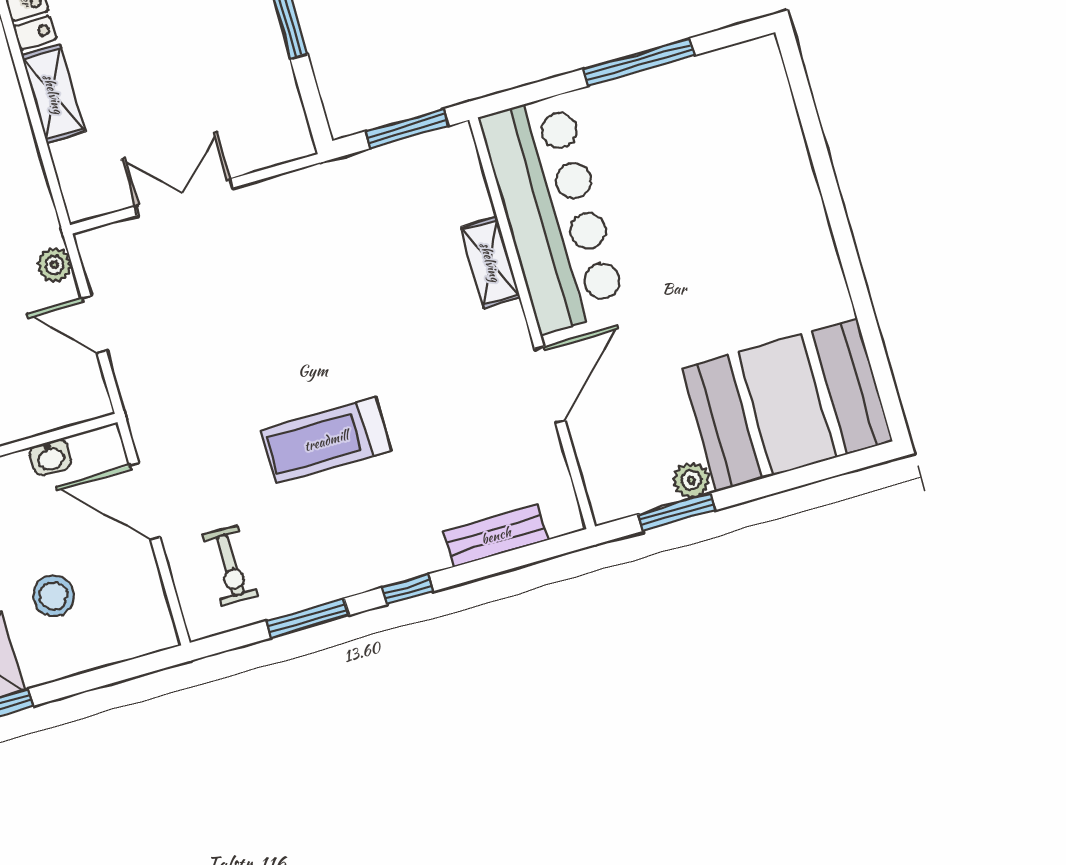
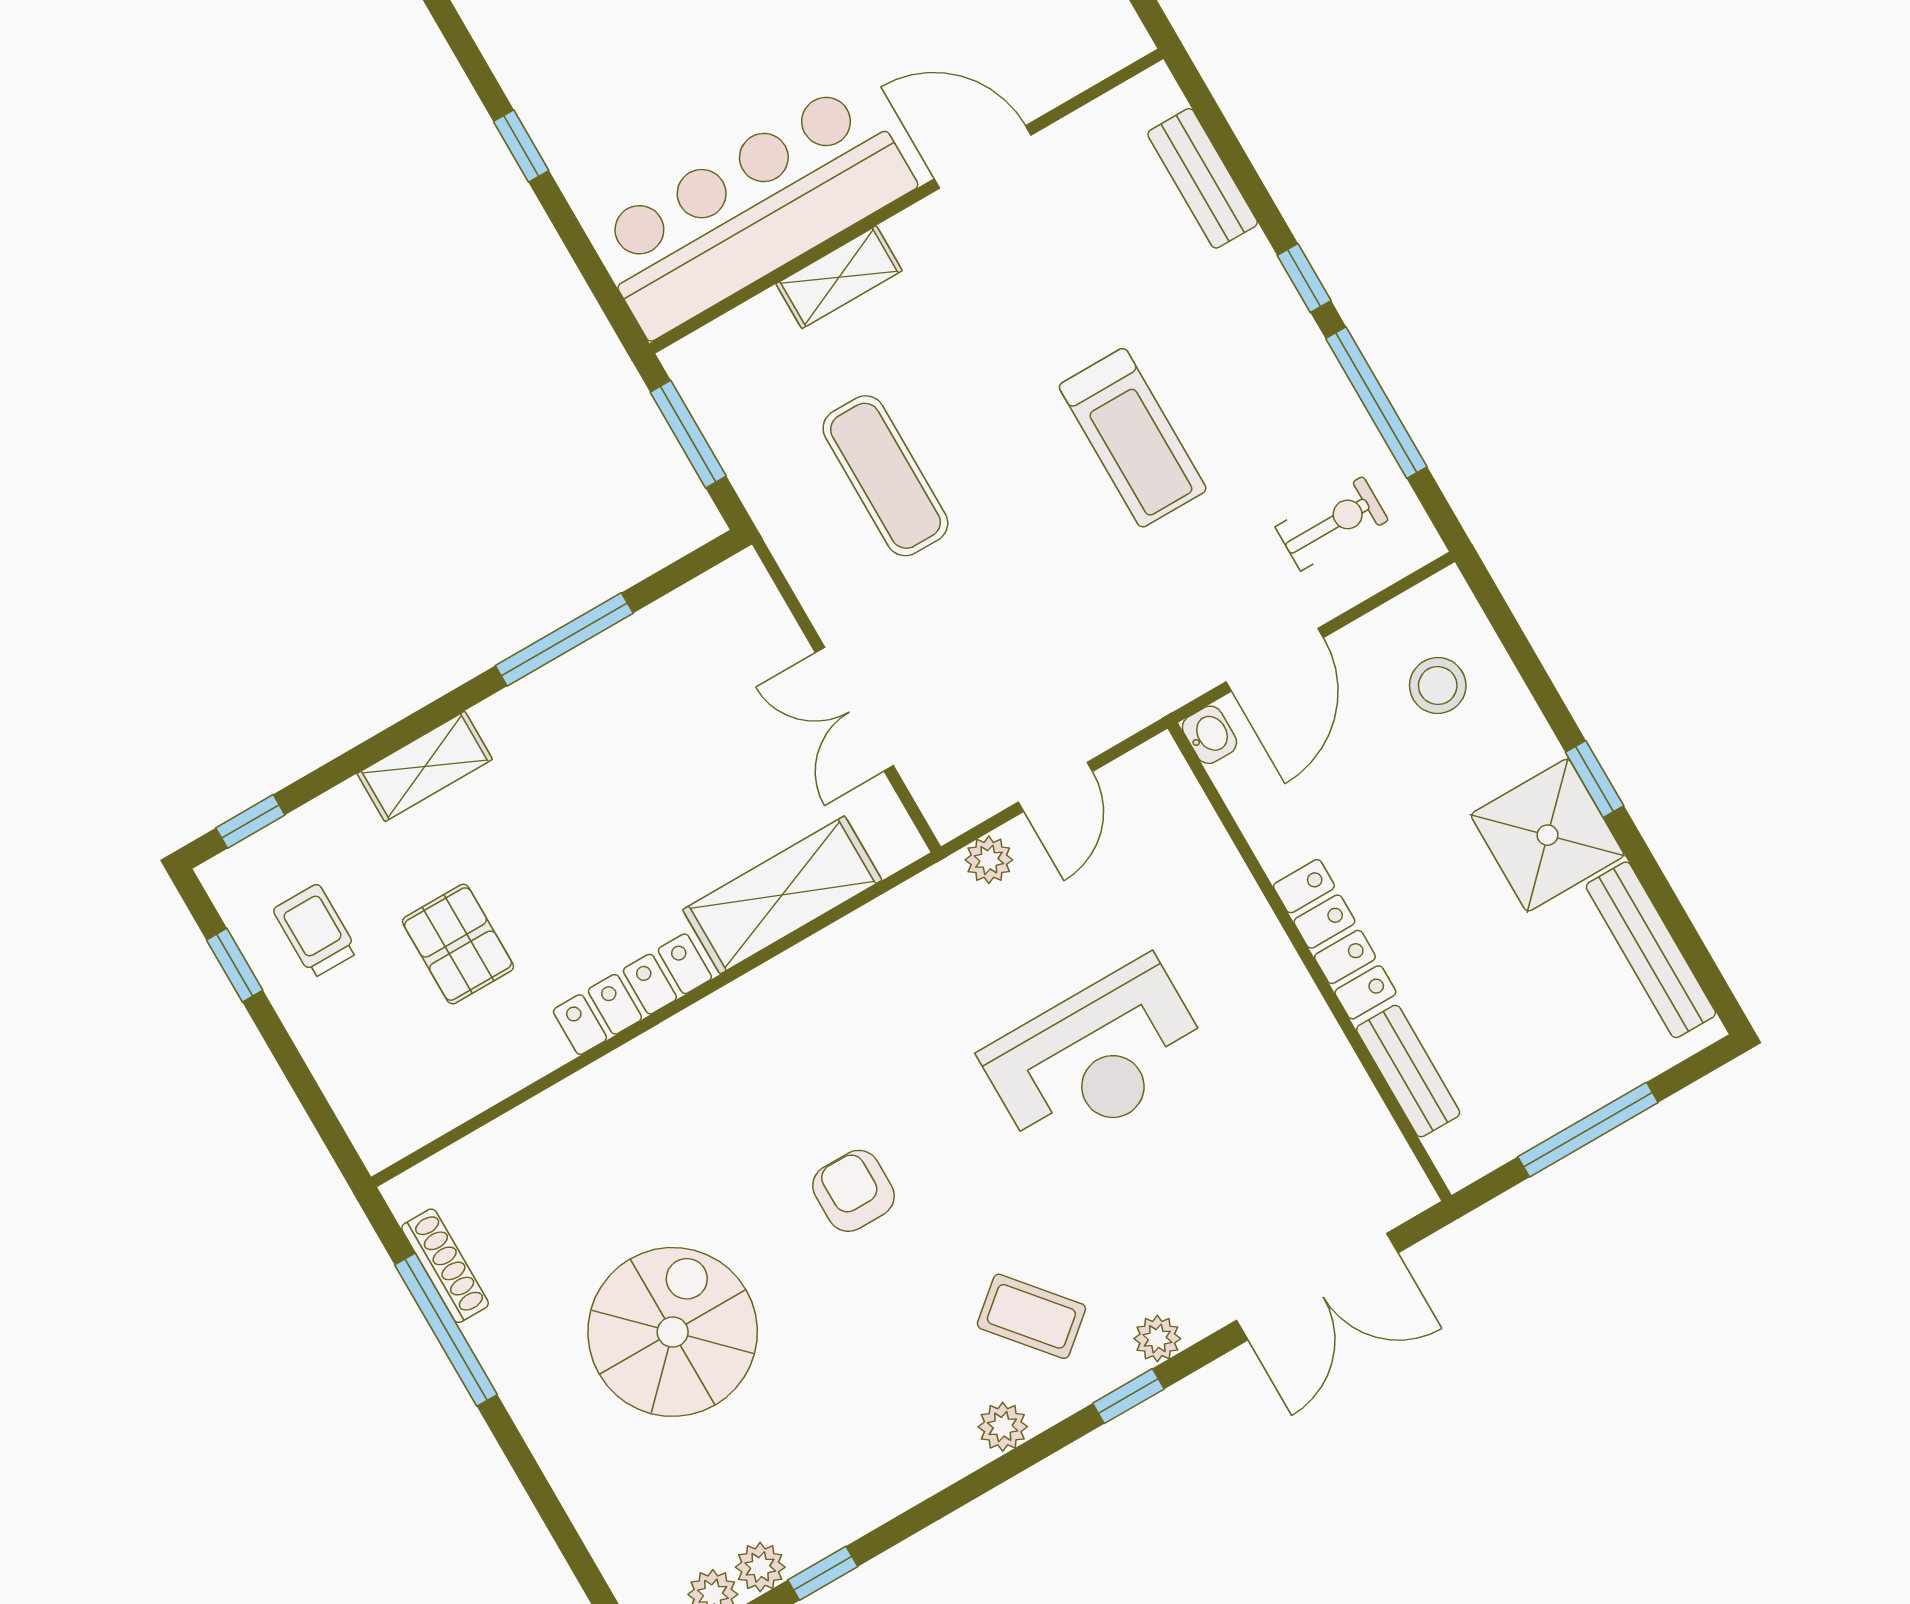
window: (639, 62) -> (521, 146), width x0.46
shelving: (53, 94) -> (782, 895), width x1.50, depth x1.33
exercise mat: (343, 260) -> (885, 476), added
washbasin: (50, 457) -> (1209, 735), moved
stool: (53, 596) -> (1438, 685), moved
window: (307, 618) -> (1376, 403), width x1.44

